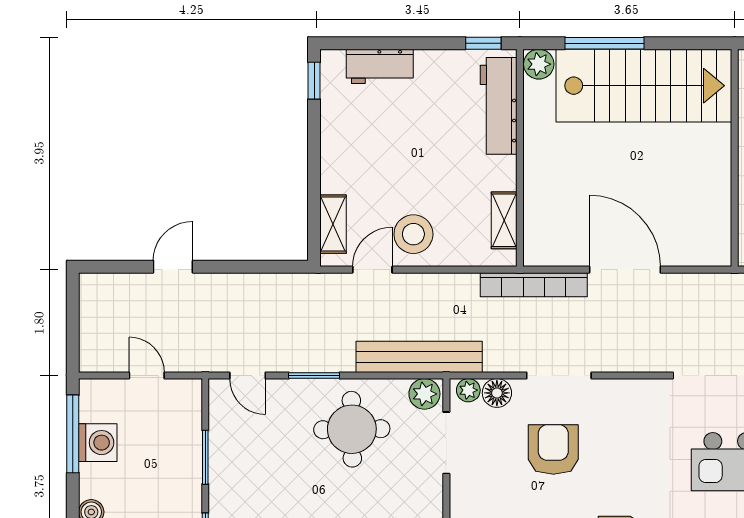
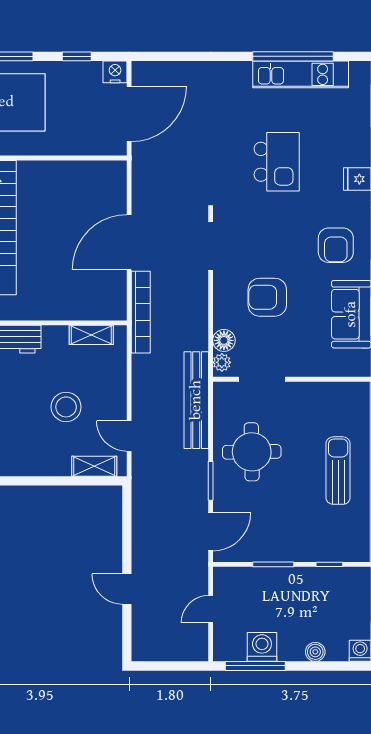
stool: (413, 234) -> (66, 407), moved
door: (248, 376) -> (211, 532), width x1.38
doorway: (559, 376) -> (211, 246), moved
plant: (424, 394) -> (225, 396), removed

